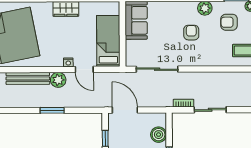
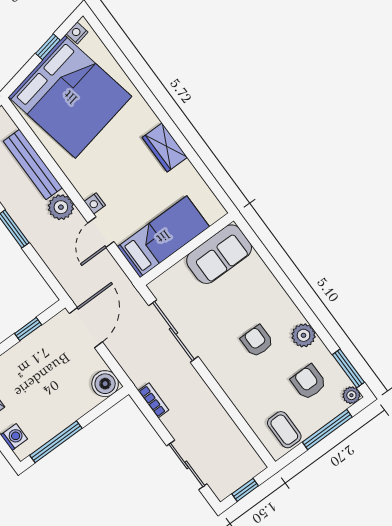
armchair: (191, 33) -> (257, 341), turned -90
sliding door: (210, 110) -> (187, 465), moved
boiler: (159, 135) -> (105, 384), moved

